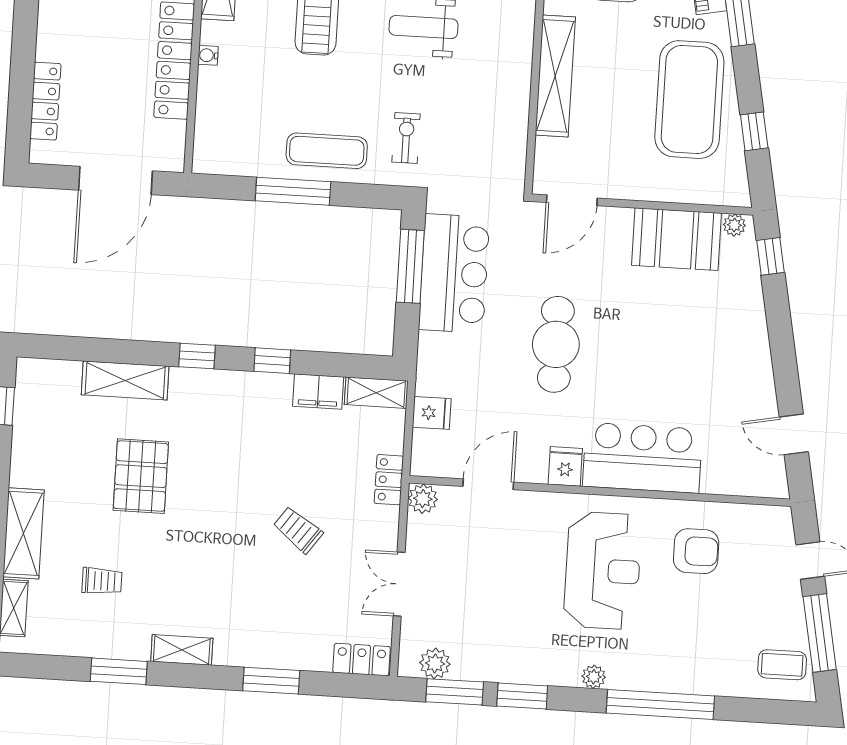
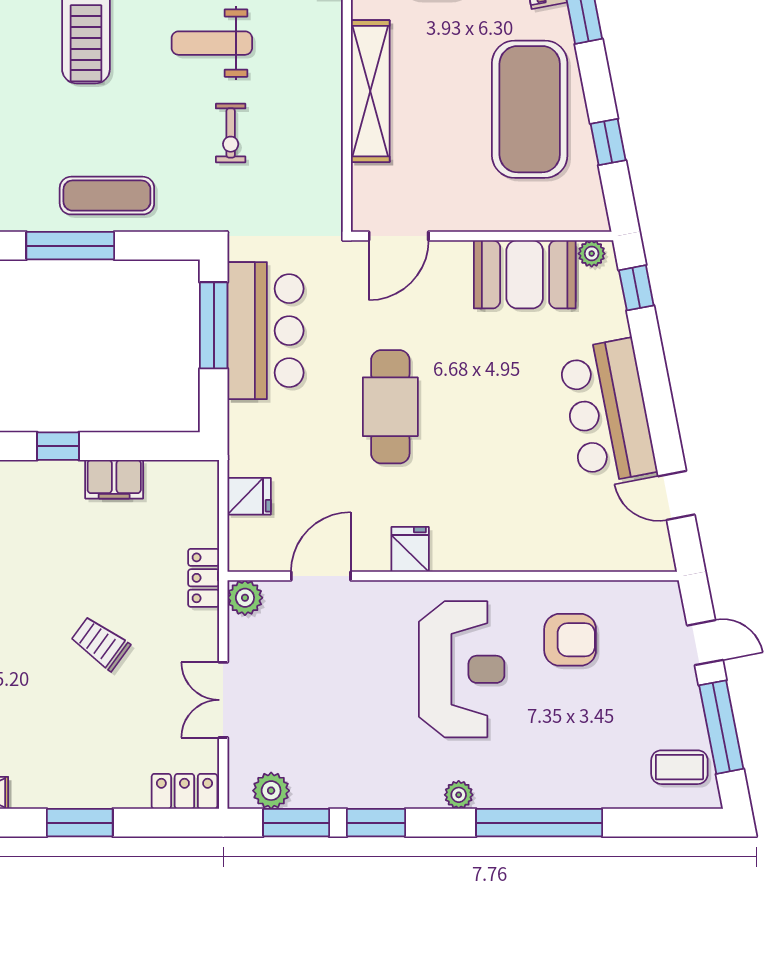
exercise bike: (406, 138) -> (231, 133), moved, turned 180
shelving: (376, 393) -> (183, 476), removed
bar counter: (642, 458) -> (608, 412), moved, turned -101

